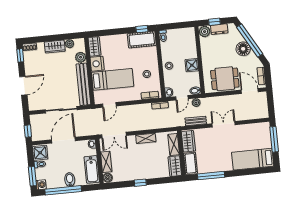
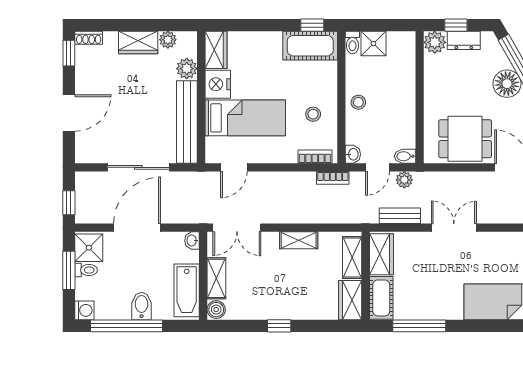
shower: (192, 65) -> (373, 44), moved
window: (32, 176) -> (69, 270), moved

